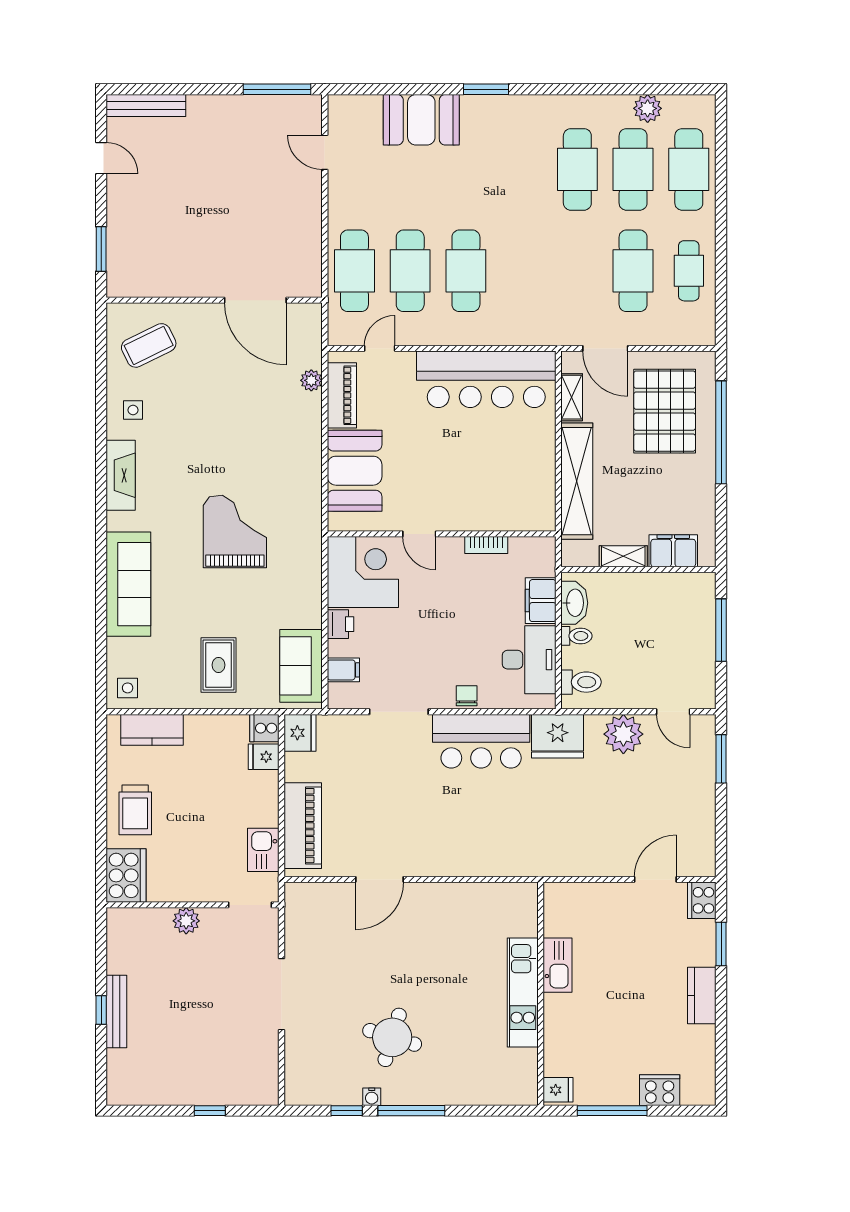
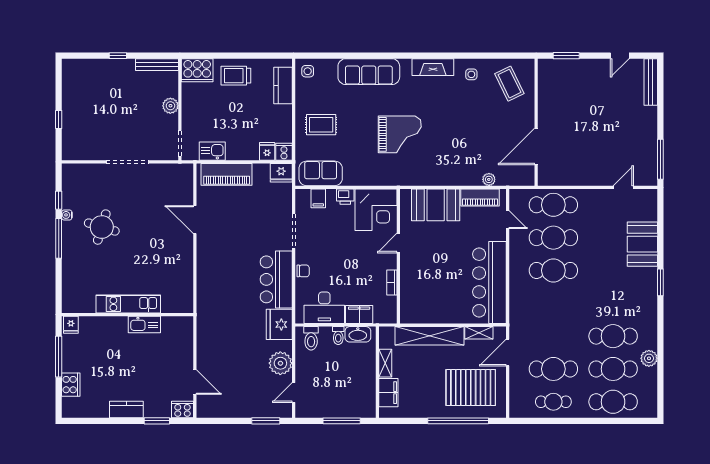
plant: (648, 108) -> (649, 358), moved
bench: (116, 1012) -> (157, 65), moved

